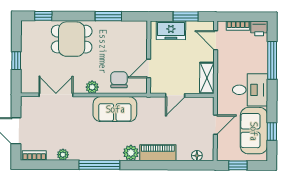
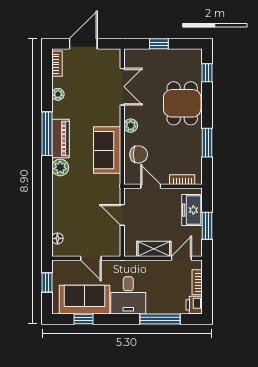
bookcase: (143, 39) -> (182, 180), added
shelving: (207, 78) -> (154, 249), moved
piano: (158, 153) -> (60, 138), moved

